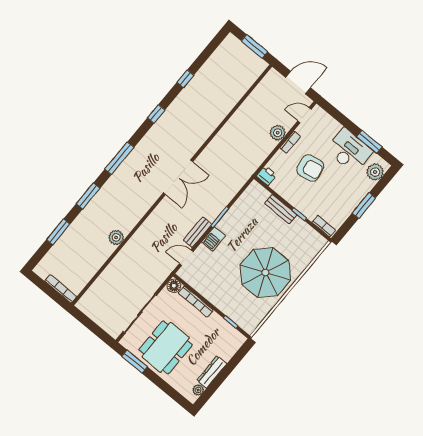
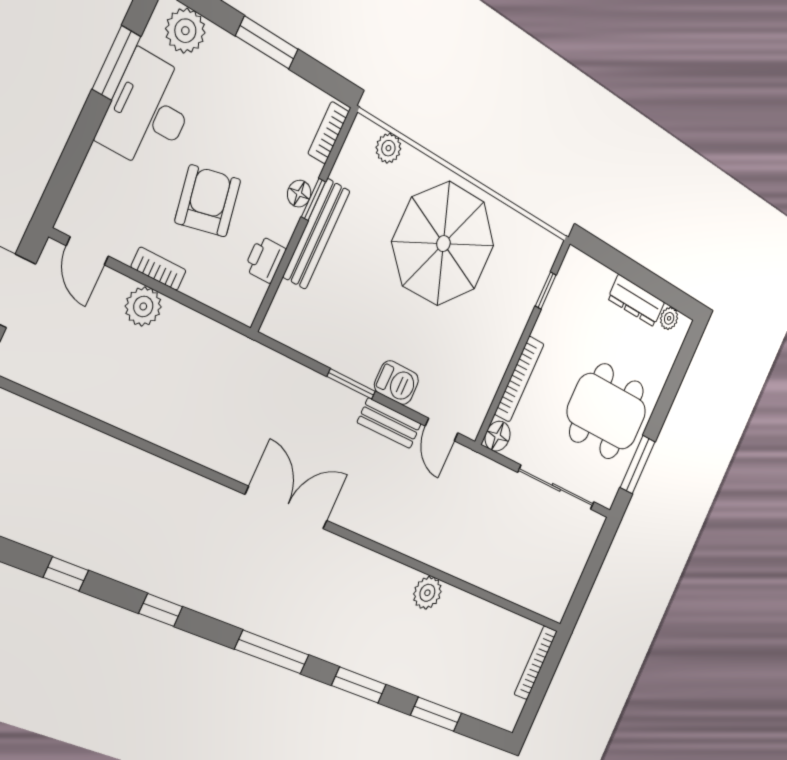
printer: (267, 176) -> (265, 259), moved
floor lamp: (303, 208) -> (299, 194), added
bench: (281, 209) -> (316, 234), width x1.36
plant: (311, 253) -> (388, 148), added

